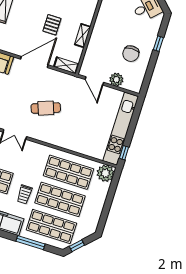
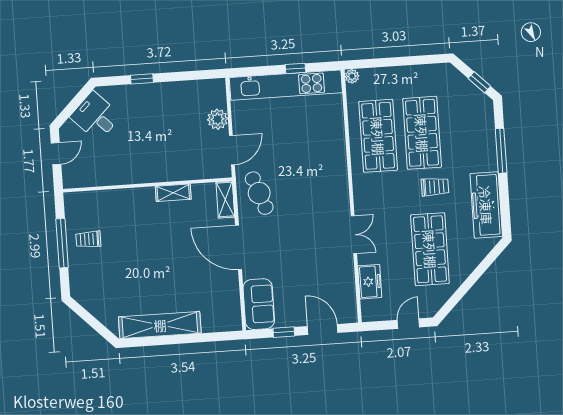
pallet: (52, 25) -> (175, 243), removed
chair: (131, 54) -> (172, 113), removed
cafe table: (46, 108) -> (259, 193), moved
window: (124, 153) -> (295, 68), moved
plant: (105, 173) -> (352, 76), width x0.53, depth x0.53
shop shelf: (51, 226) -> (466, 130), removed

